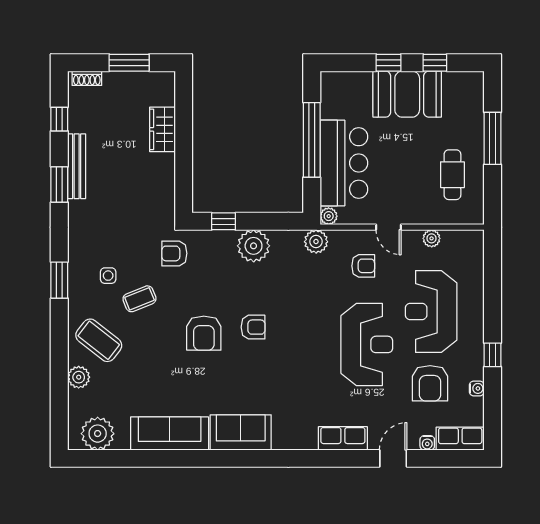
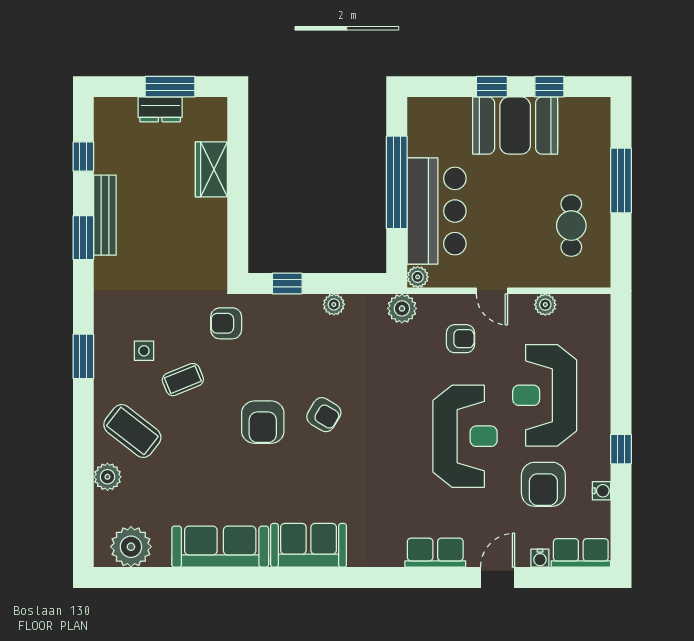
shoe rack: (87, 78) -> (118, 106), removed
dresser: (121, 81) -> (160, 109), added
plant: (254, 246) -> (334, 304), width x0.53, depth x0.53
armchair: (253, 327) -> (324, 415), turned 31

